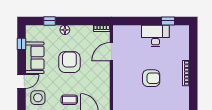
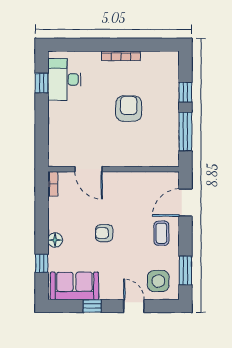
desk: (155, 36) -> (64, 79), moved
window: (21, 44) -> (92, 306), moved
sofa: (35, 58) -> (75, 286), moved
armchair: (69, 62) -> (104, 233), width x0.53, depth x0.53

